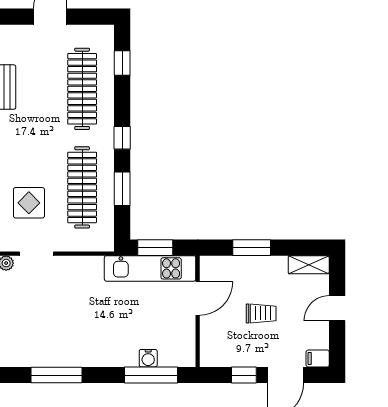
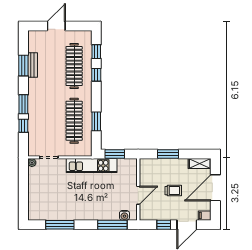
window: (122, 138) -> (96, 75), moved
display table: (29, 203) -> (45, 129), removed
kitchen unit: (150, 268) -> (92, 166), moved
door: (198, 298) -> (138, 195), moved
door: (337, 308) -> (215, 188), width x1.88
water cooler: (148, 358) -> (124, 215), moved

